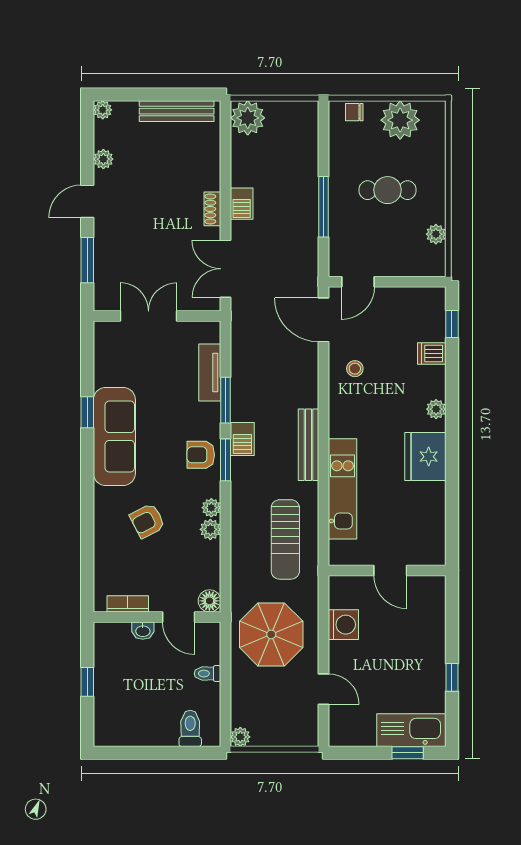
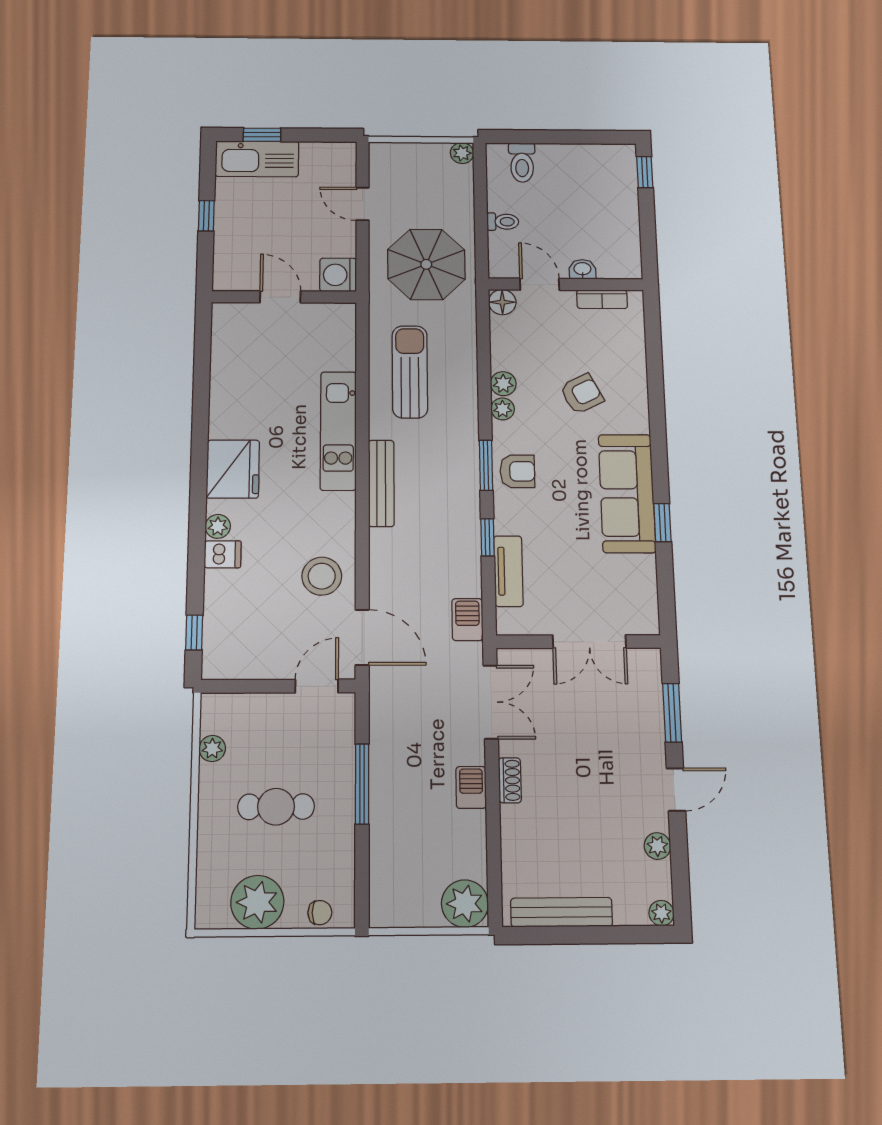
dishwasher: (432, 353) -> (223, 554), moved
stool: (355, 369) -> (322, 576), width x1.89, depth x1.89
window: (226, 400) -> (487, 537), width x0.67
barbecue: (242, 439) -> (467, 620), moved
wall: (387, 570) -> (284, 297), moved
door: (390, 570) -> (280, 297), moved
window: (87, 682) -> (645, 172), moved

